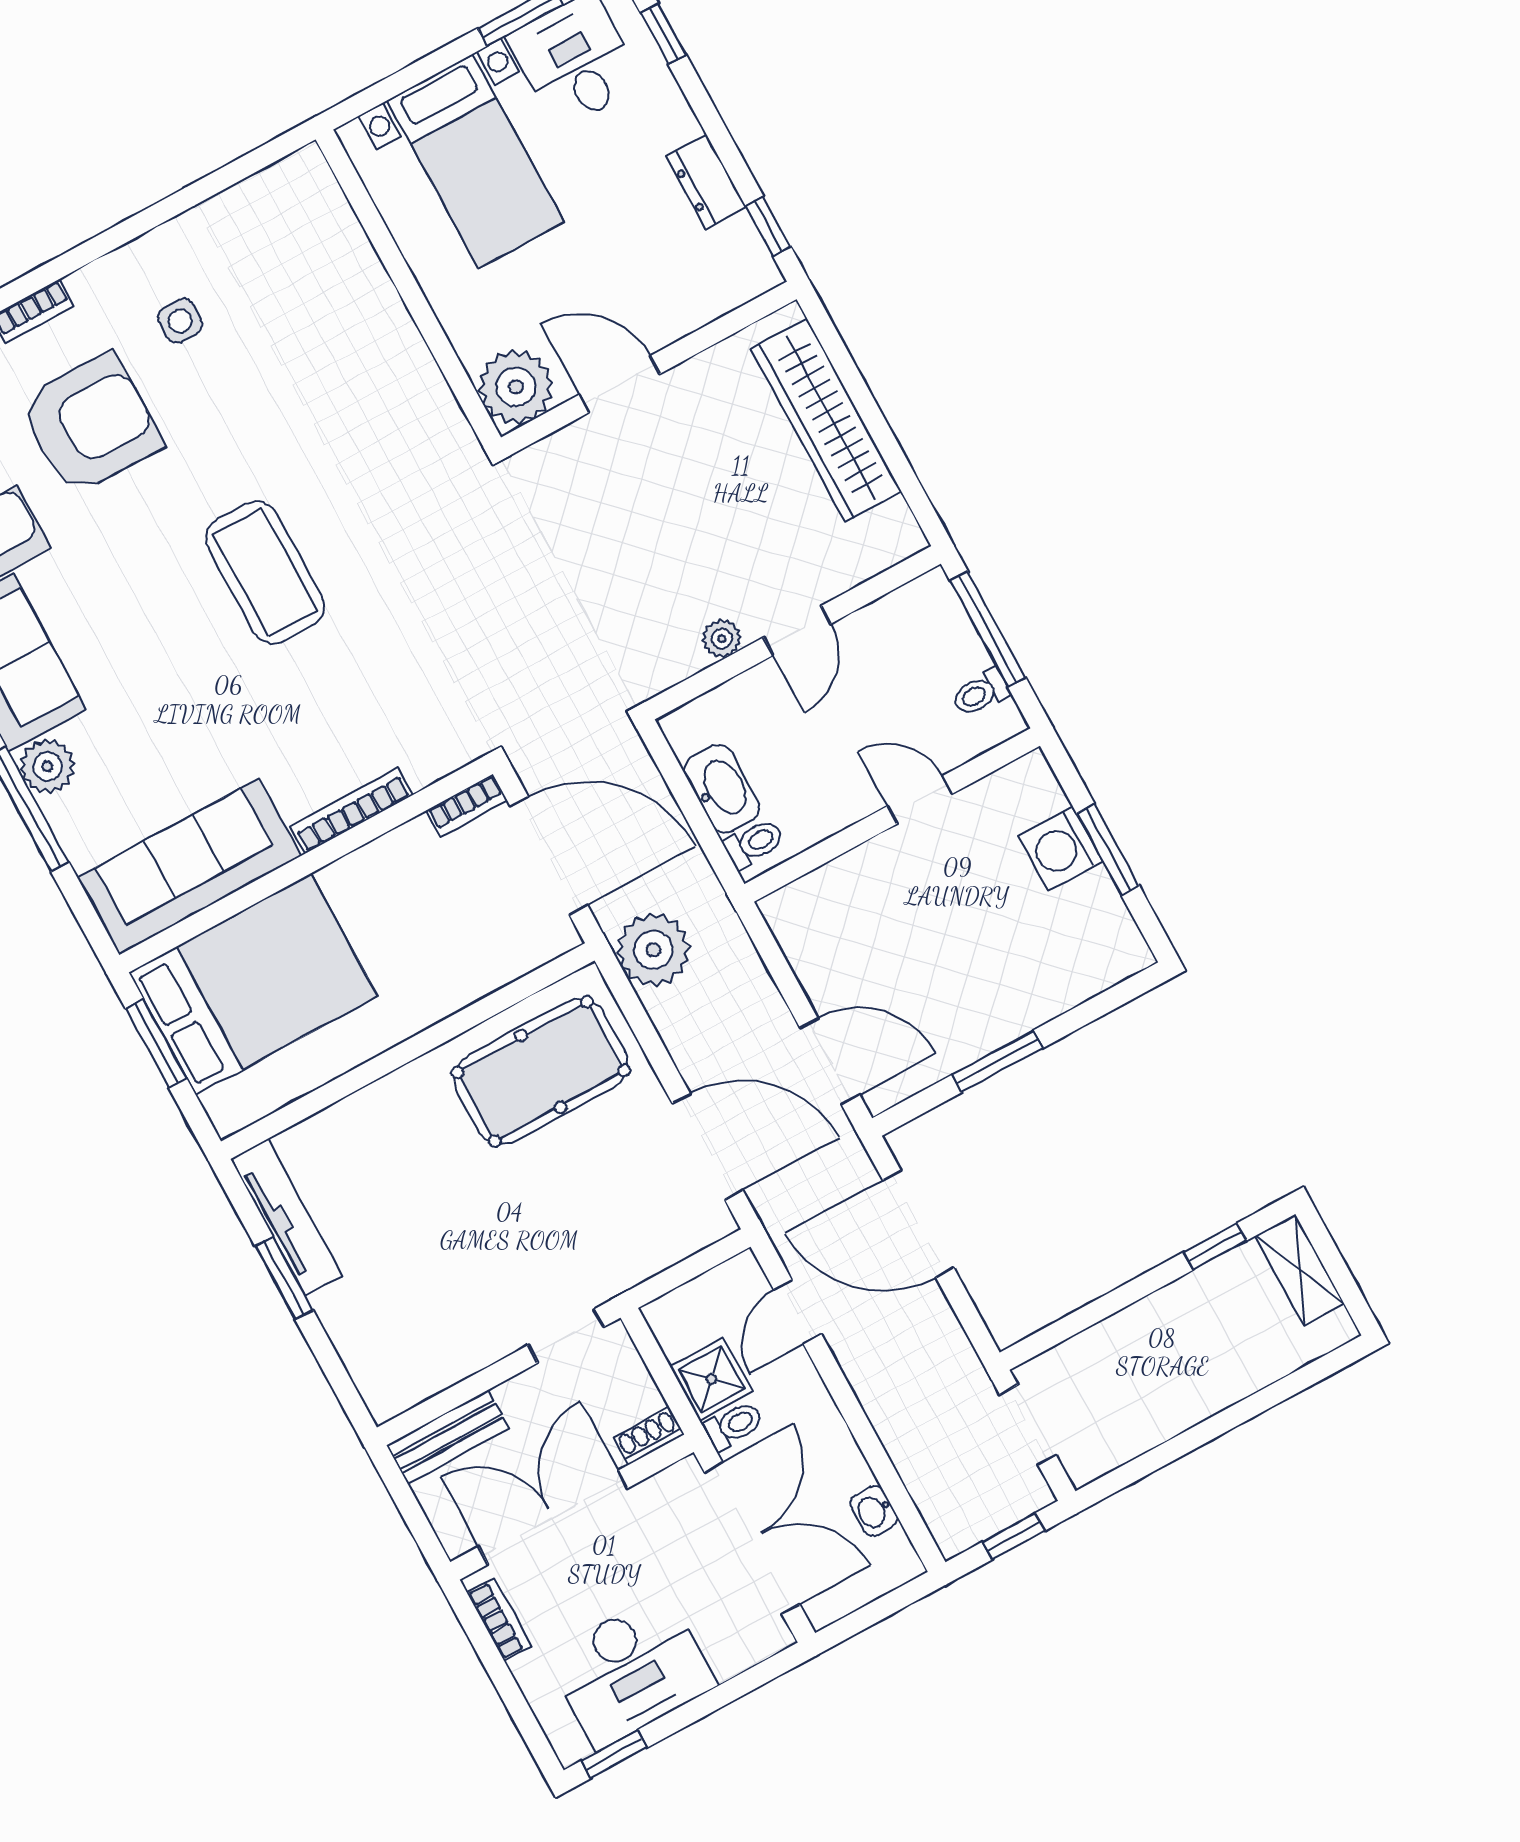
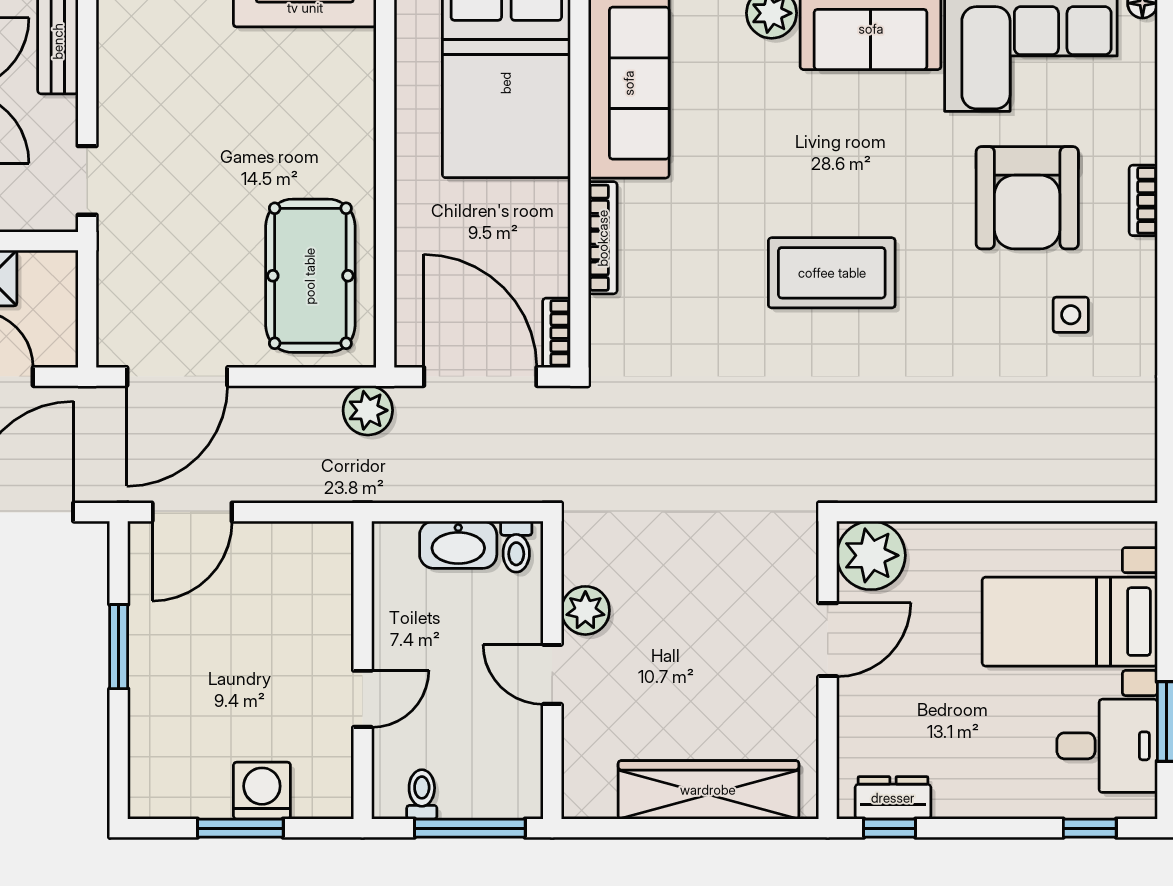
dresser: (706, 182) -> (893, 798), moved
plant: (722, 639) -> (585, 610), width x1.38, depth x1.38
toilet: (754, 843) -> (516, 547), moved
door: (549, 856) -> (480, 377), swing flipped
plant: (653, 950) -> (368, 410), width x0.73, depth x0.73

